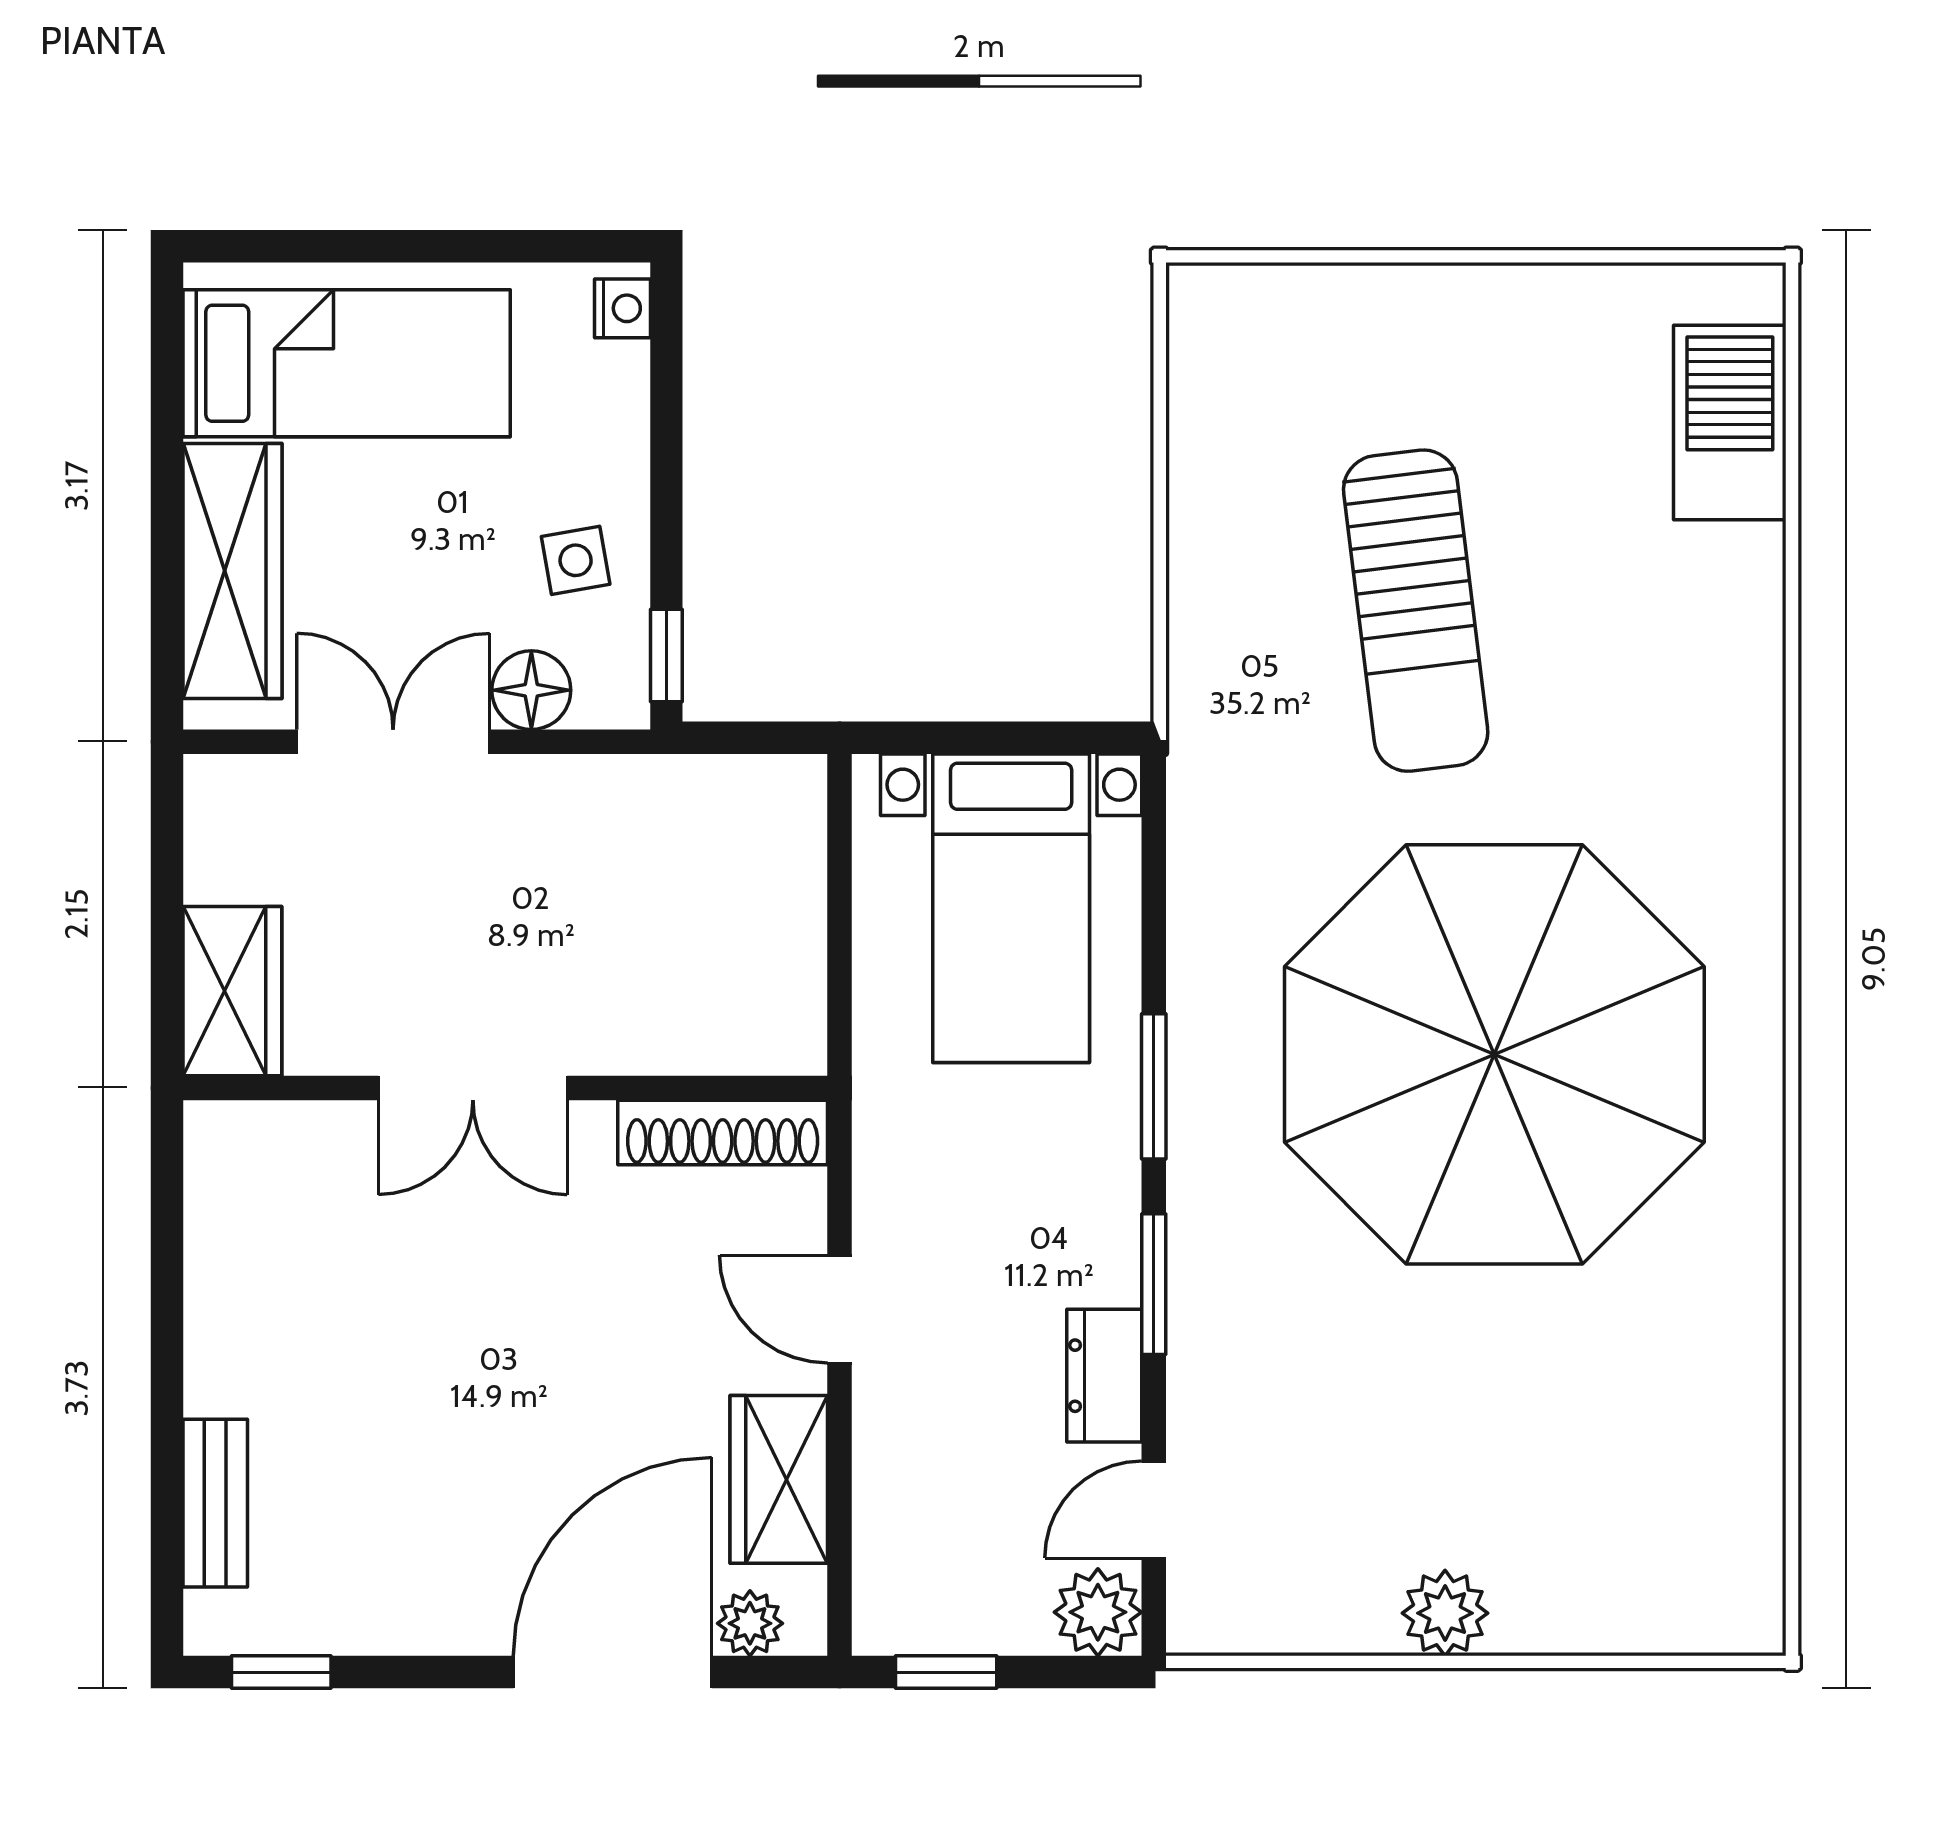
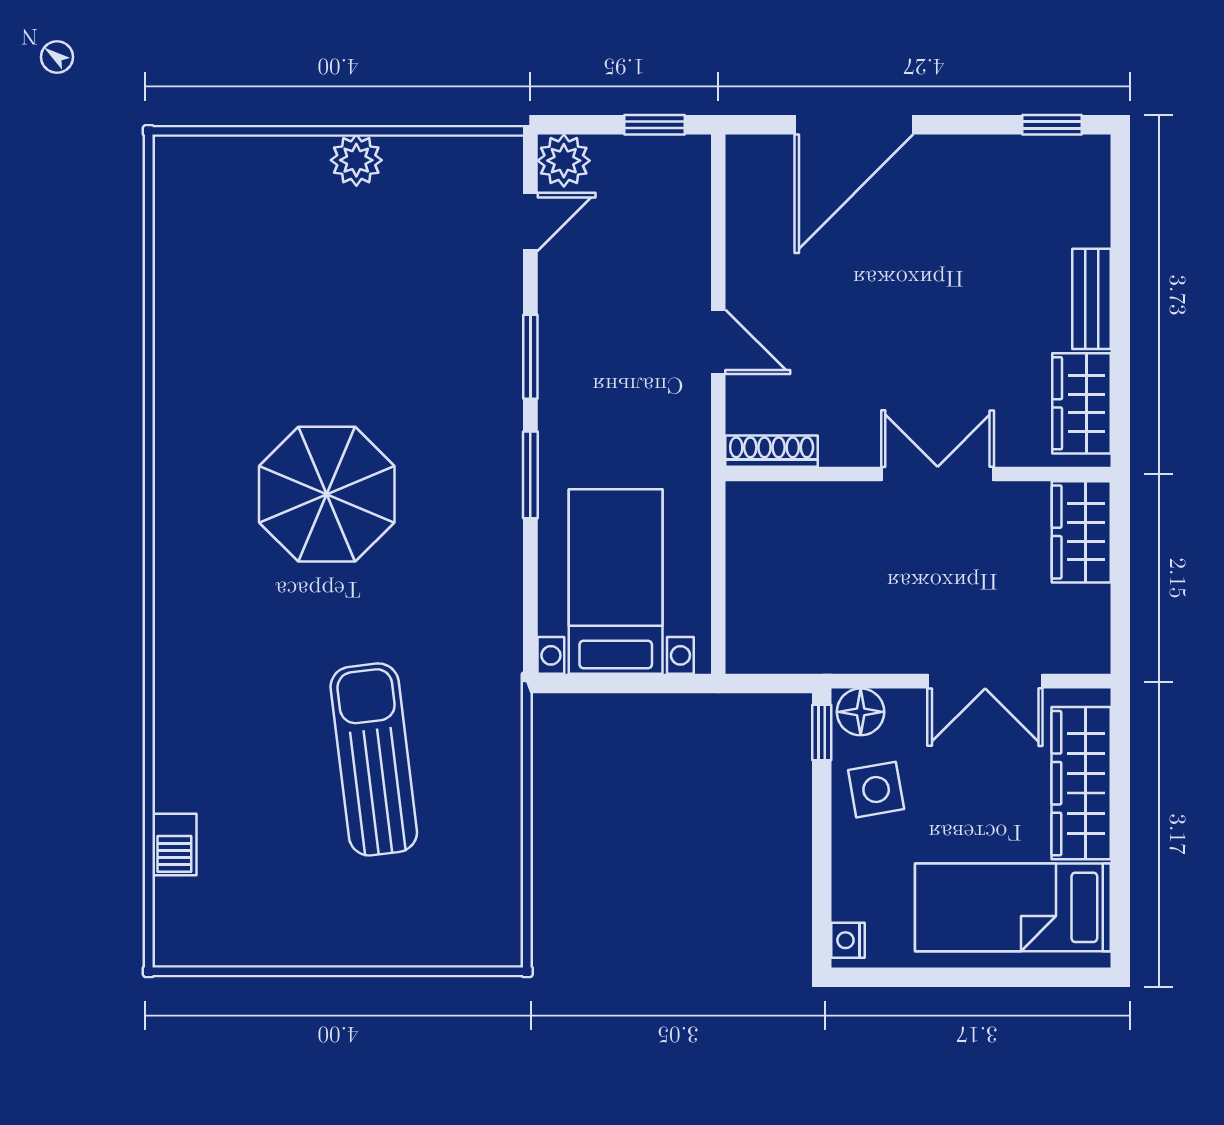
barbecue: (1730, 423) -> (174, 845), width x0.53, depth x0.65
side table: (576, 560) -> (876, 790), width x1.37, depth x1.37
floor lamp: (531, 690) -> (861, 712), moved
parasol: (1494, 1054) -> (327, 494), width x0.54, depth x0.54
shoe rack: (723, 1133) -> (772, 451), width x0.74, depth x0.81
dresser: (1104, 1376) -> (560, 302), removed
wardrobe: (779, 1479) -> (1082, 403), moved, turned 180
bench: (215, 1503) -> (1092, 299), moved
plant: (750, 1623) -> (772, 154), removed

